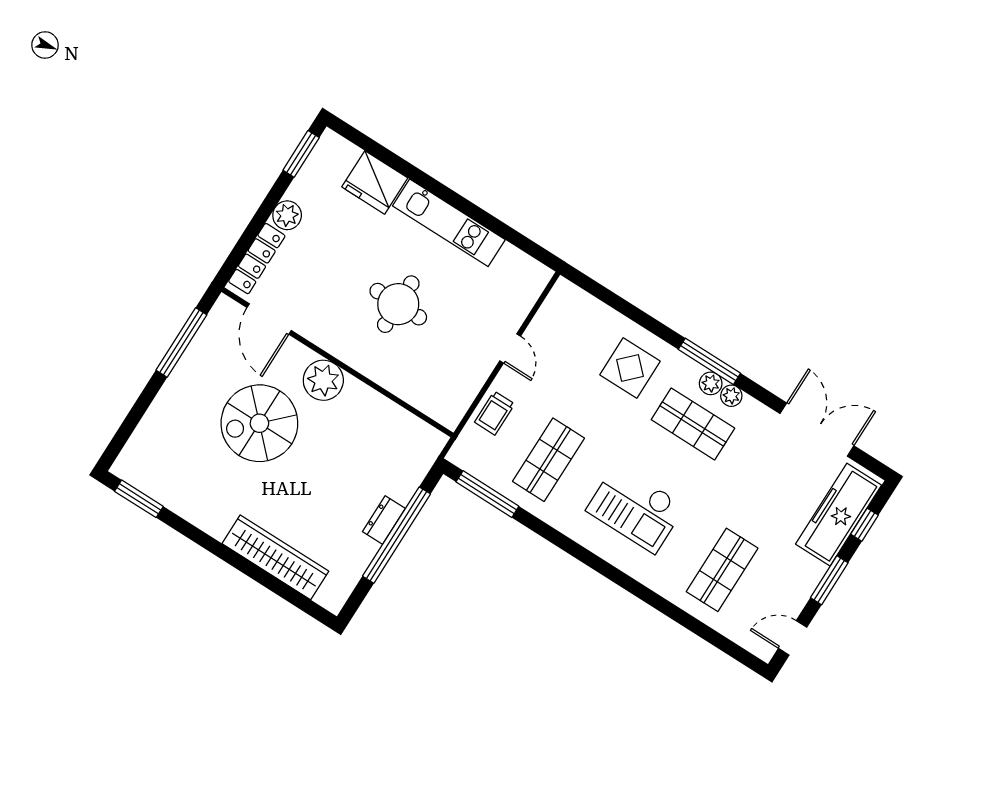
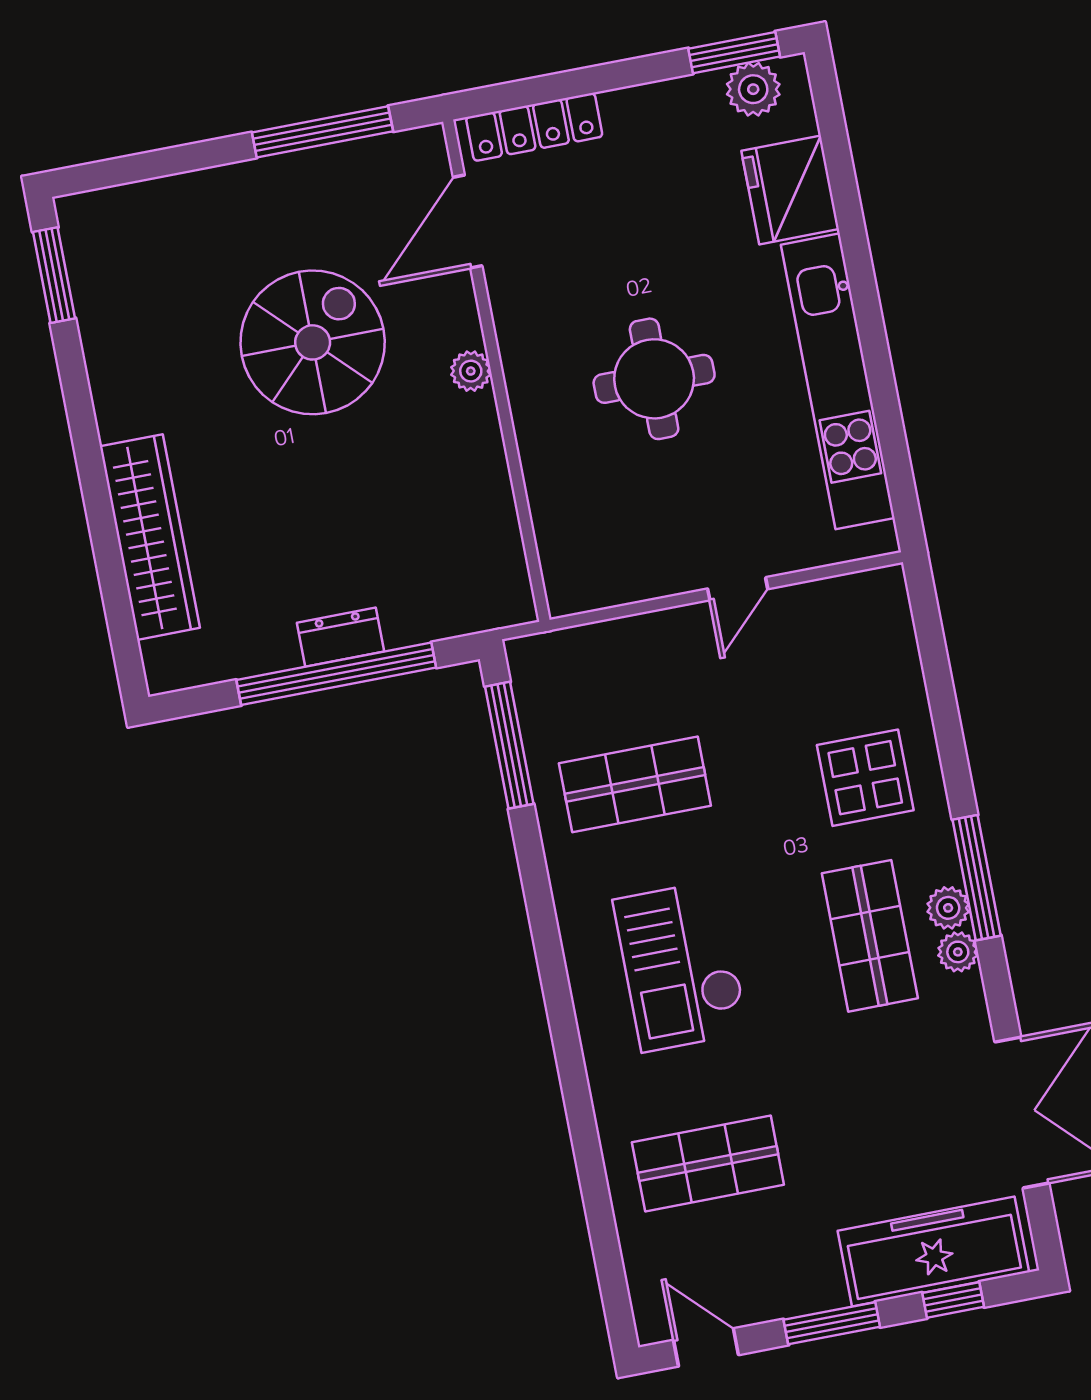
plant: (287, 215) -> (753, 89), moved
kitchen unit: (449, 223) -> (838, 381), width x1.36
plant: (323, 380) -> (471, 371), width x0.53, depth x0.53
trolley: (495, 413) -> (629, 651), removed
spiral stairs: (259, 423) -> (313, 342), turned 90

